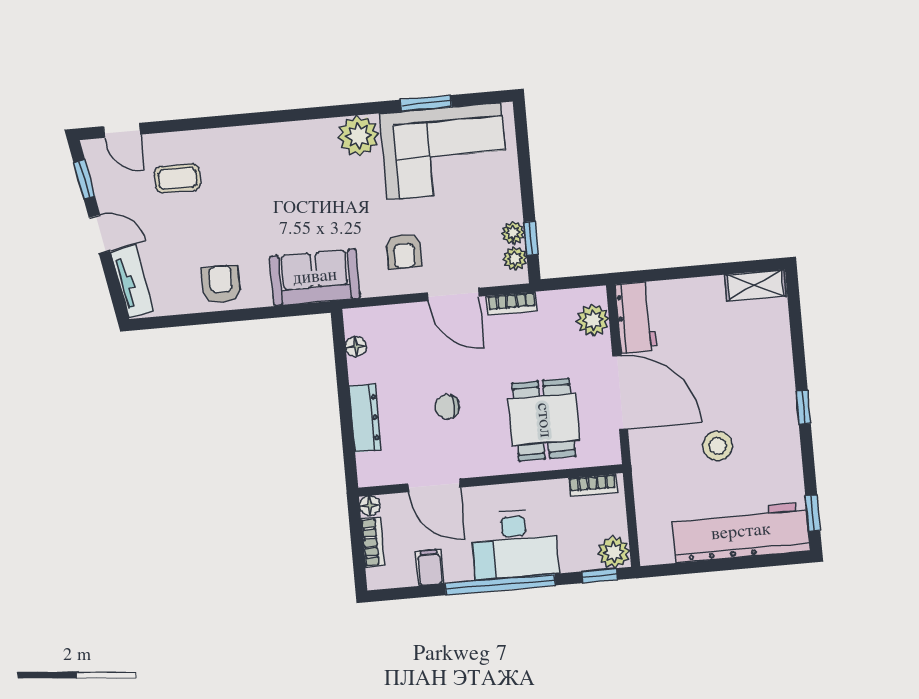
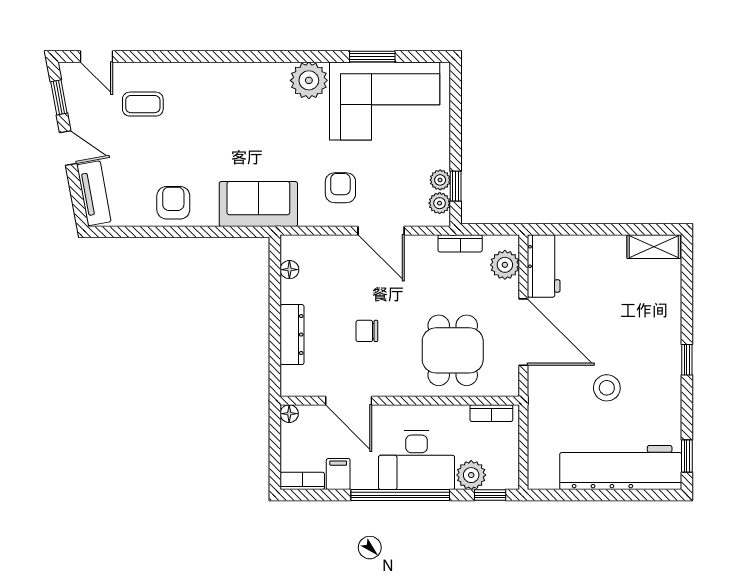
armchair: (404, 251) -> (340, 188), turned 180
bookcase: (512, 303) -> (460, 243), moved
bookcase: (373, 542) -> (302, 481), moved, turned -90
plant: (614, 552) -> (471, 475), moved

